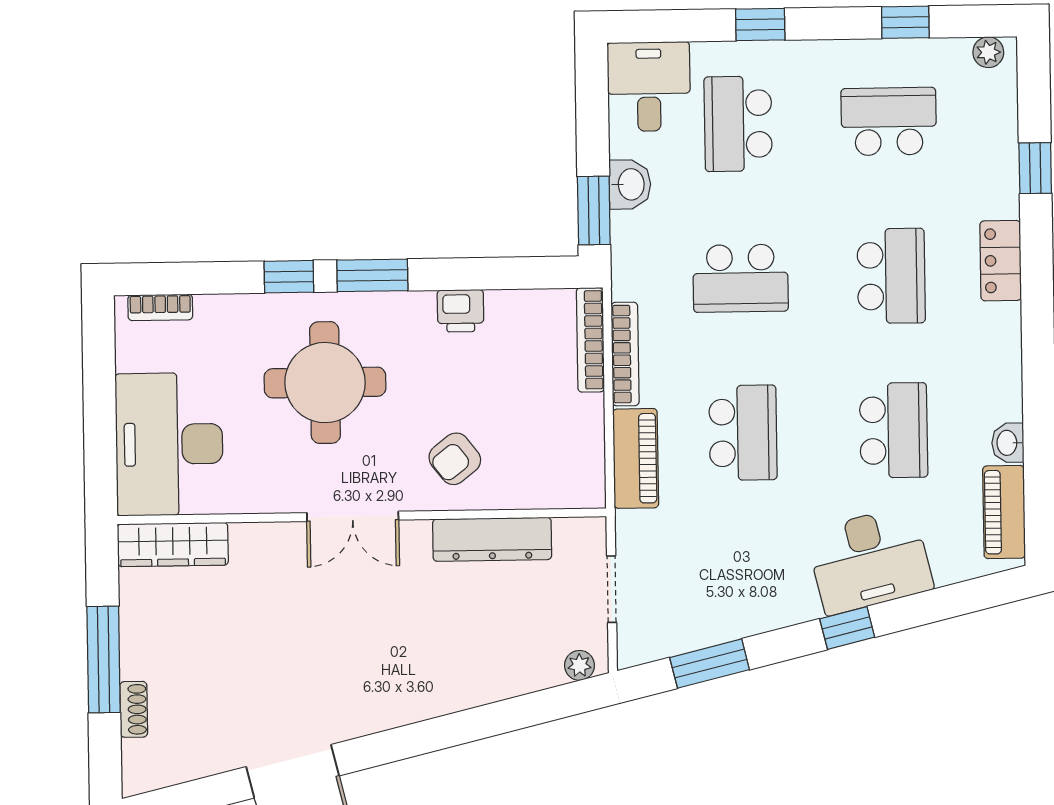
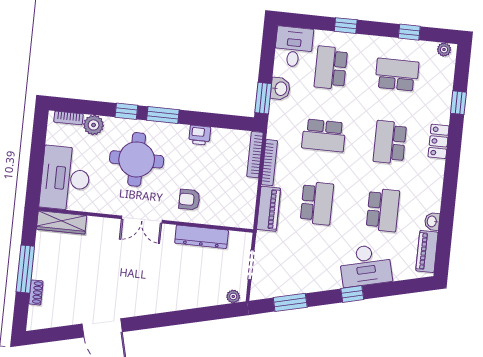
school desk: (891, 276) -> (390, 142), turned 180
plant: (219, 316) -> (94, 125), added
armchair: (455, 459) -> (189, 200), turned 38

